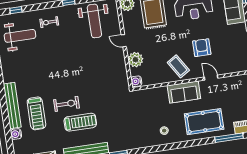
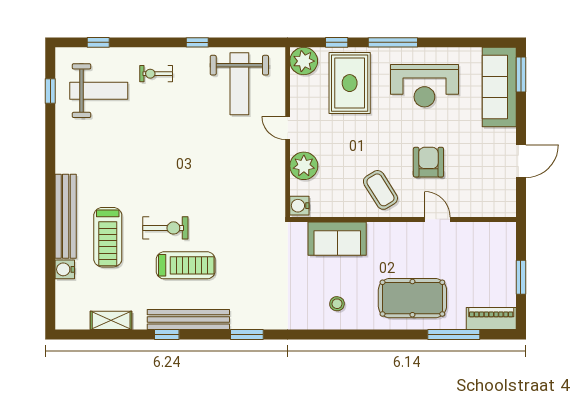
sofa: (184, 92) -> (337, 239), moved

